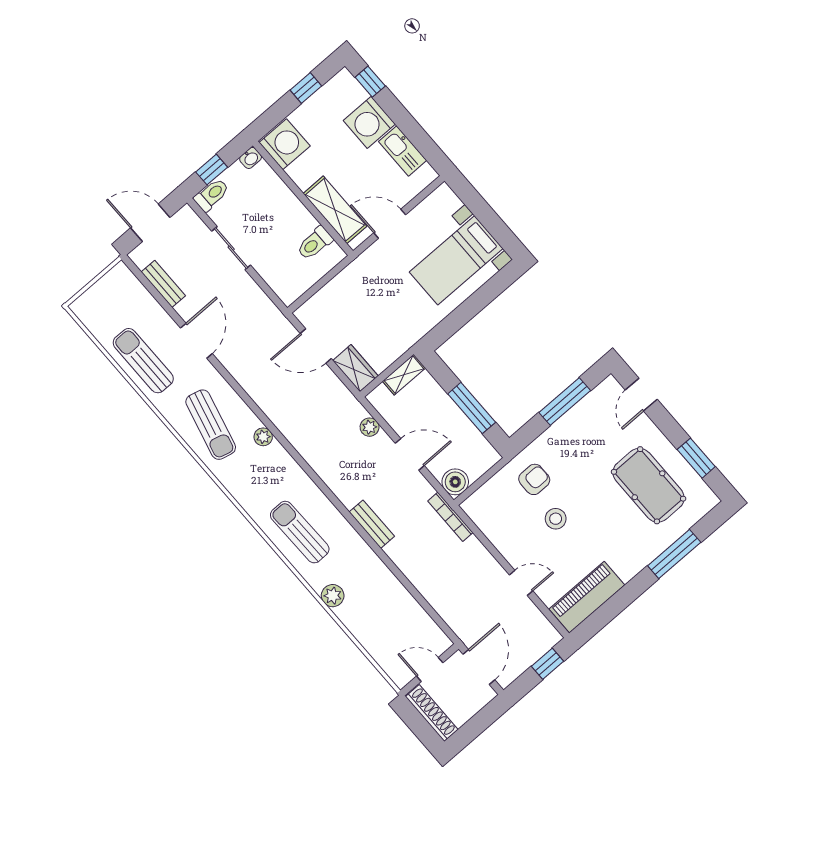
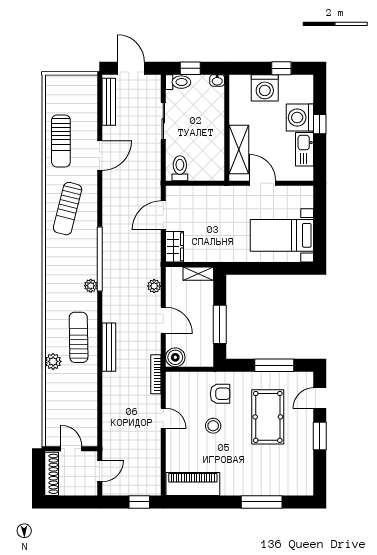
window: (370, 82) -> (320, 124), moved
washing machine: (285, 144) -> (265, 88), moved, turned 90
toilet: (315, 243) -> (180, 168), moved, turned 90
bench: (163, 284) -> (109, 102), width x1.36
door: (316, 346) -> (163, 215), hinge flipped
sun lounger: (143, 361) -> (61, 141), turned 180
plant: (263, 437) -> (91, 286), moved
window: (289, 448) -> (100, 259), added
window: (696, 458) -> (320, 436), moved
pool table: (649, 485) -> (268, 417), moved
bench: (372, 524) -> (109, 347), width x1.36
sun lounger: (300, 532) -> (79, 337), moved
door: (521, 583) -> (163, 418), moved
door: (479, 667) -> (100, 471), width x0.73

